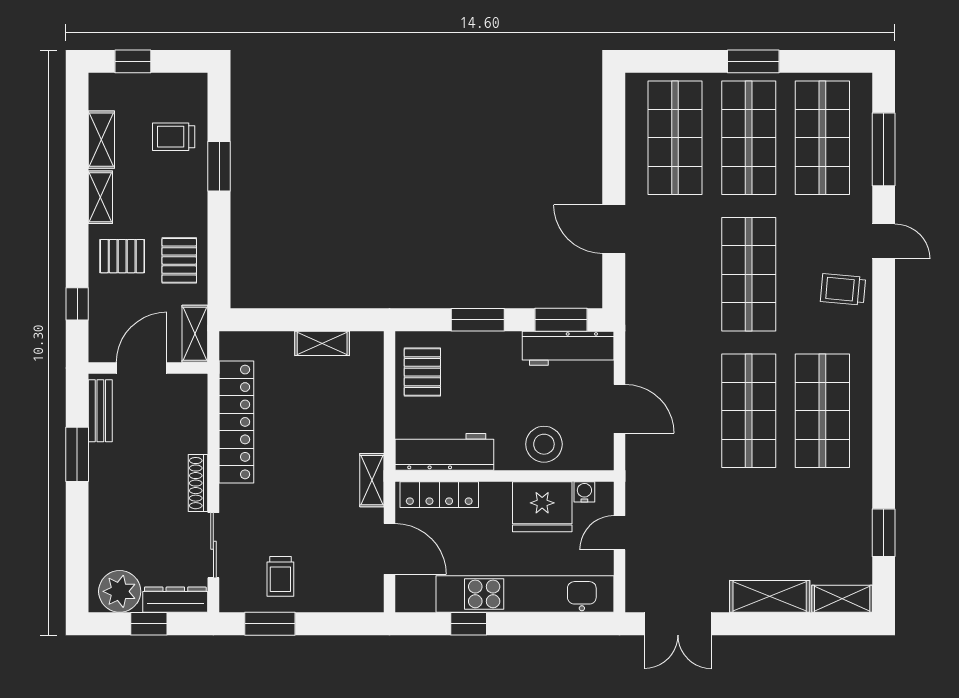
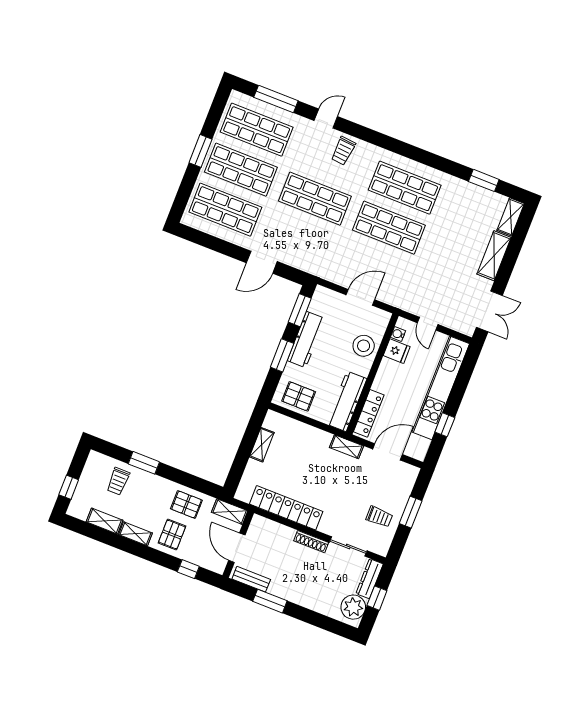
workbench: (568, 348) -> (306, 340), moved
fridge: (542, 507) -> (397, 351), width x0.53, depth x0.75
window: (270, 624) -> (411, 512), moved

